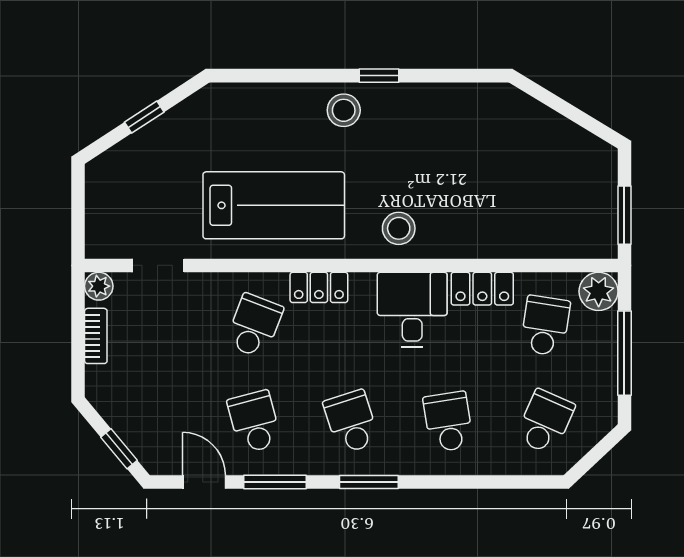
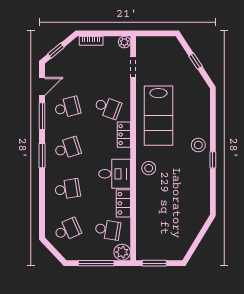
bookcase: (96, 336) -> (91, 41), moved
school desk: (545, 422) -> (67, 230), turned -48

